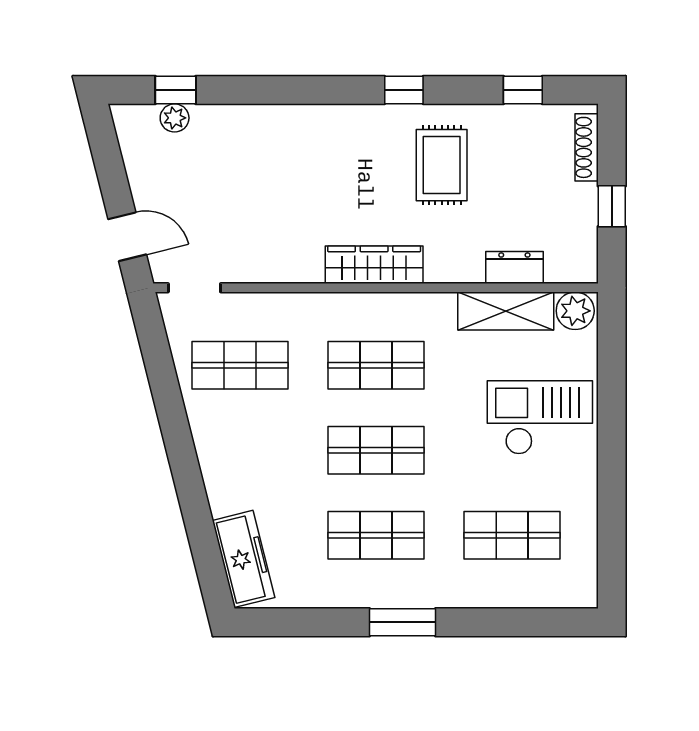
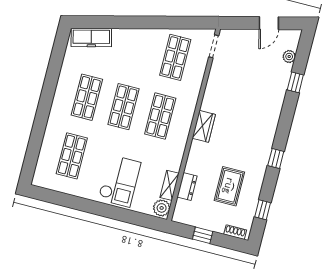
window: (176, 90) -> (295, 82), moved
shoe rack: (587, 147) -> (235, 232), width x0.70
rug: (442, 165) -> (229, 186), moved, turned 90
door: (127, 237) -> (269, 23), moved
wardrobe: (374, 265) -> (204, 126), width x0.67
shelving: (506, 311) -> (170, 185), width x0.67, depth x0.75
window: (403, 622) -> (46, 99), removed

